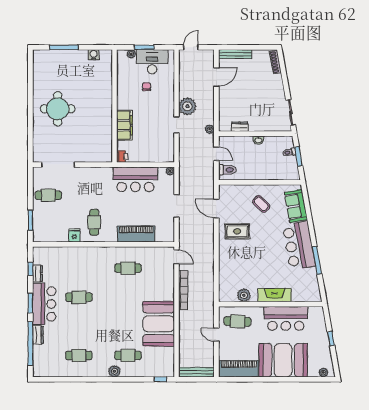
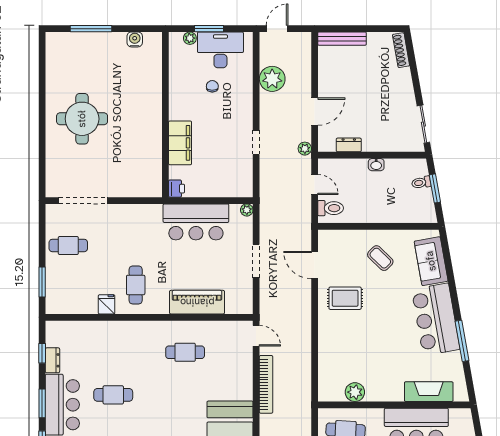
door: (216, 77) -> (315, 112), moved
plant: (187, 106) -> (272, 79), moved
fireplace: (275, 295) -> (429, 392), moved

